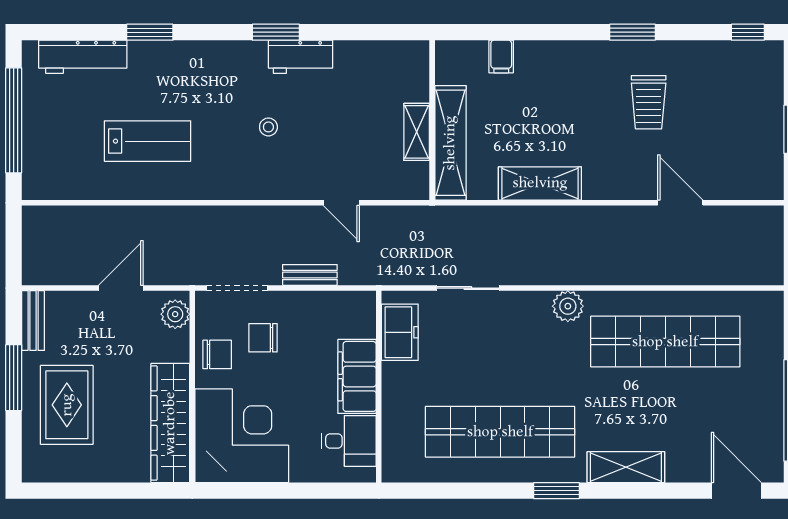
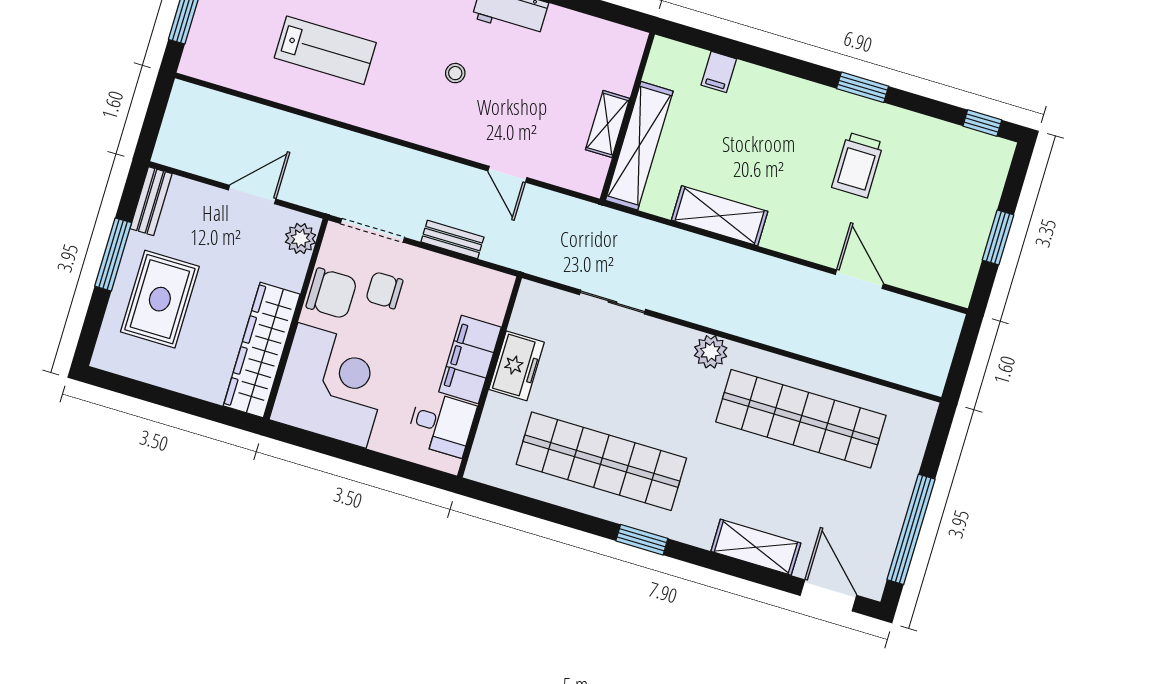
freezer: (400, 332) -> (516, 366), moved
chair: (217, 354) -> (332, 293), width x1.37, depth x1.37
shelving: (626, 467) -> (756, 547), moved

